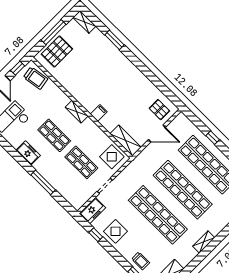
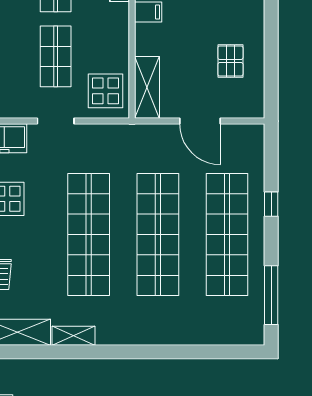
pallet: (159, 110) -> (230, 61), moved
shelving: (204, 242) -> (73, 336), moved

